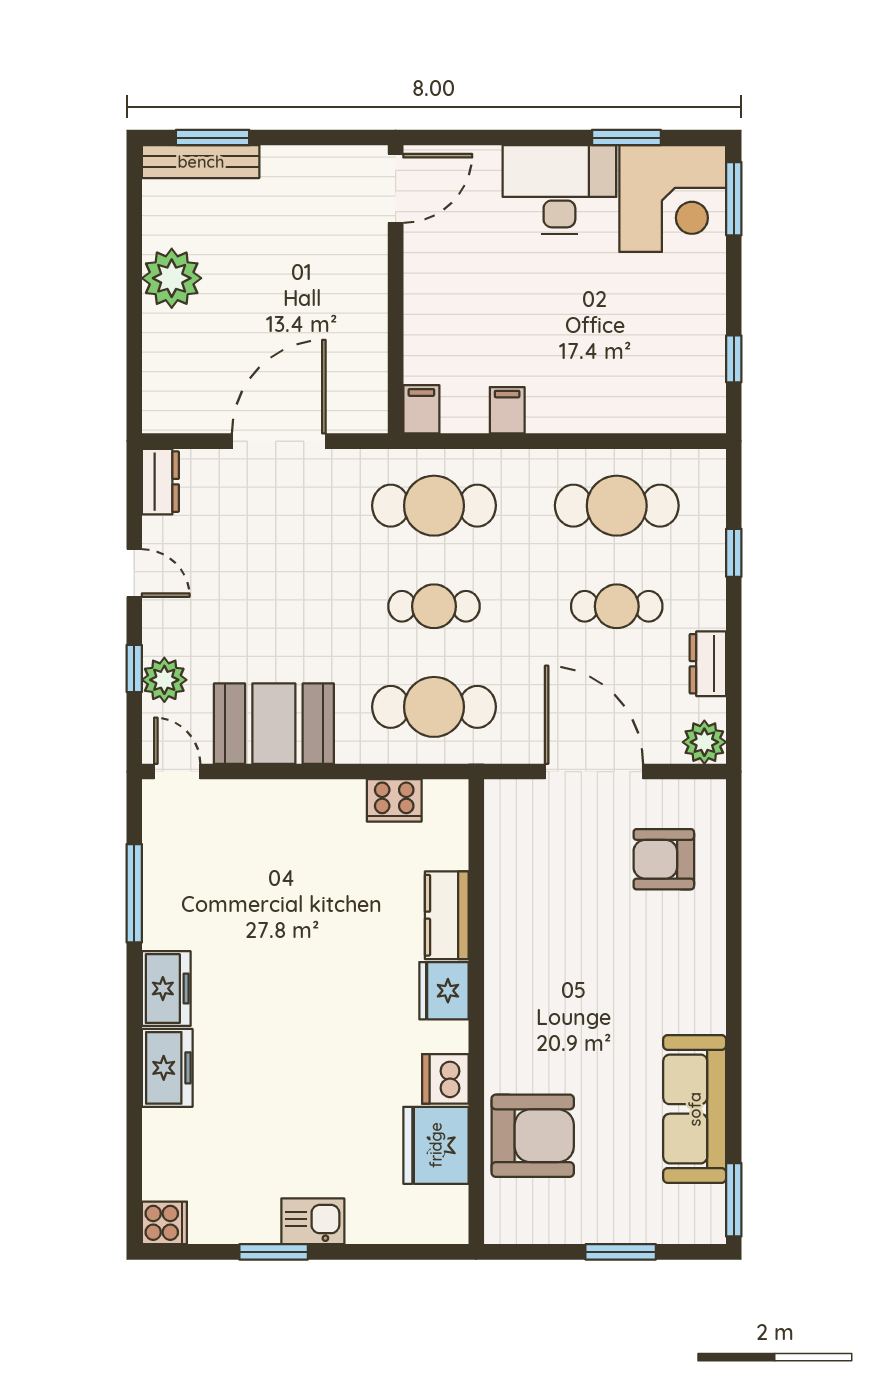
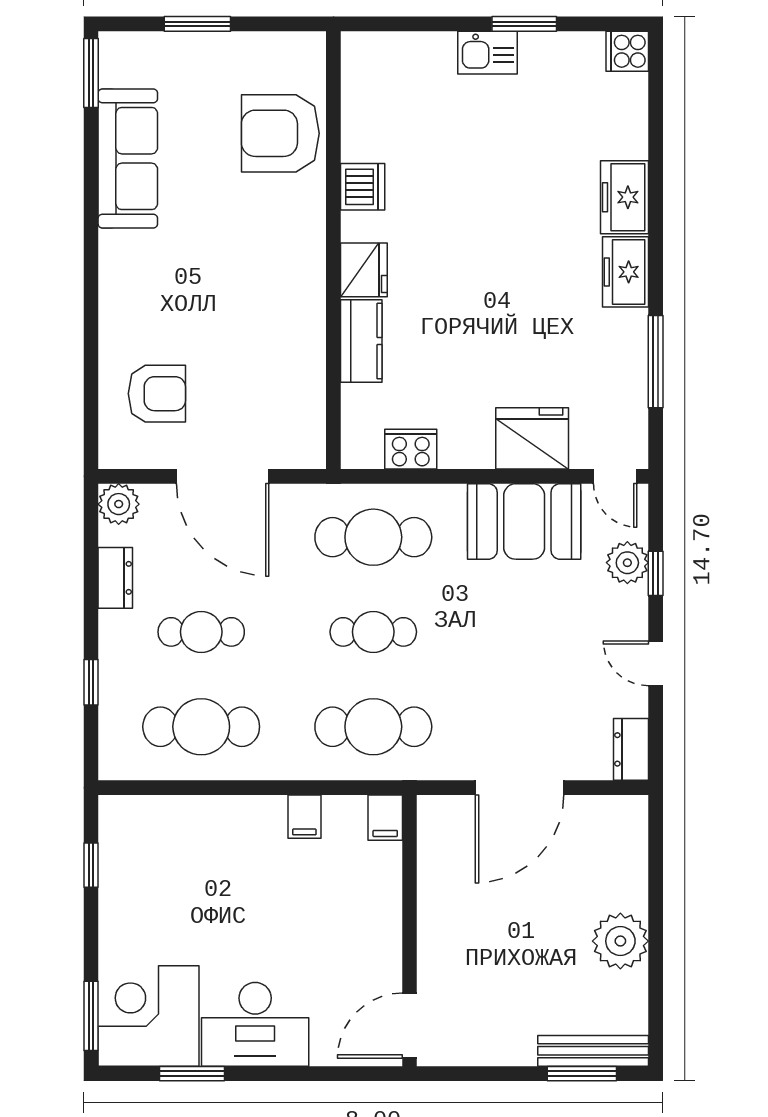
fridge: (436, 1145) -> (532, 438), moved, turned -90

